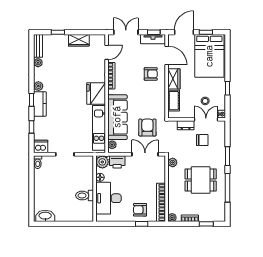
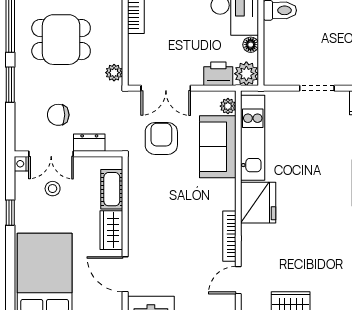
armchair: (151, 74) -> (155, 240), removed
sofa: (117, 117) -> (218, 147), width x0.73
armchair: (147, 128) -> (161, 138), turned 180

